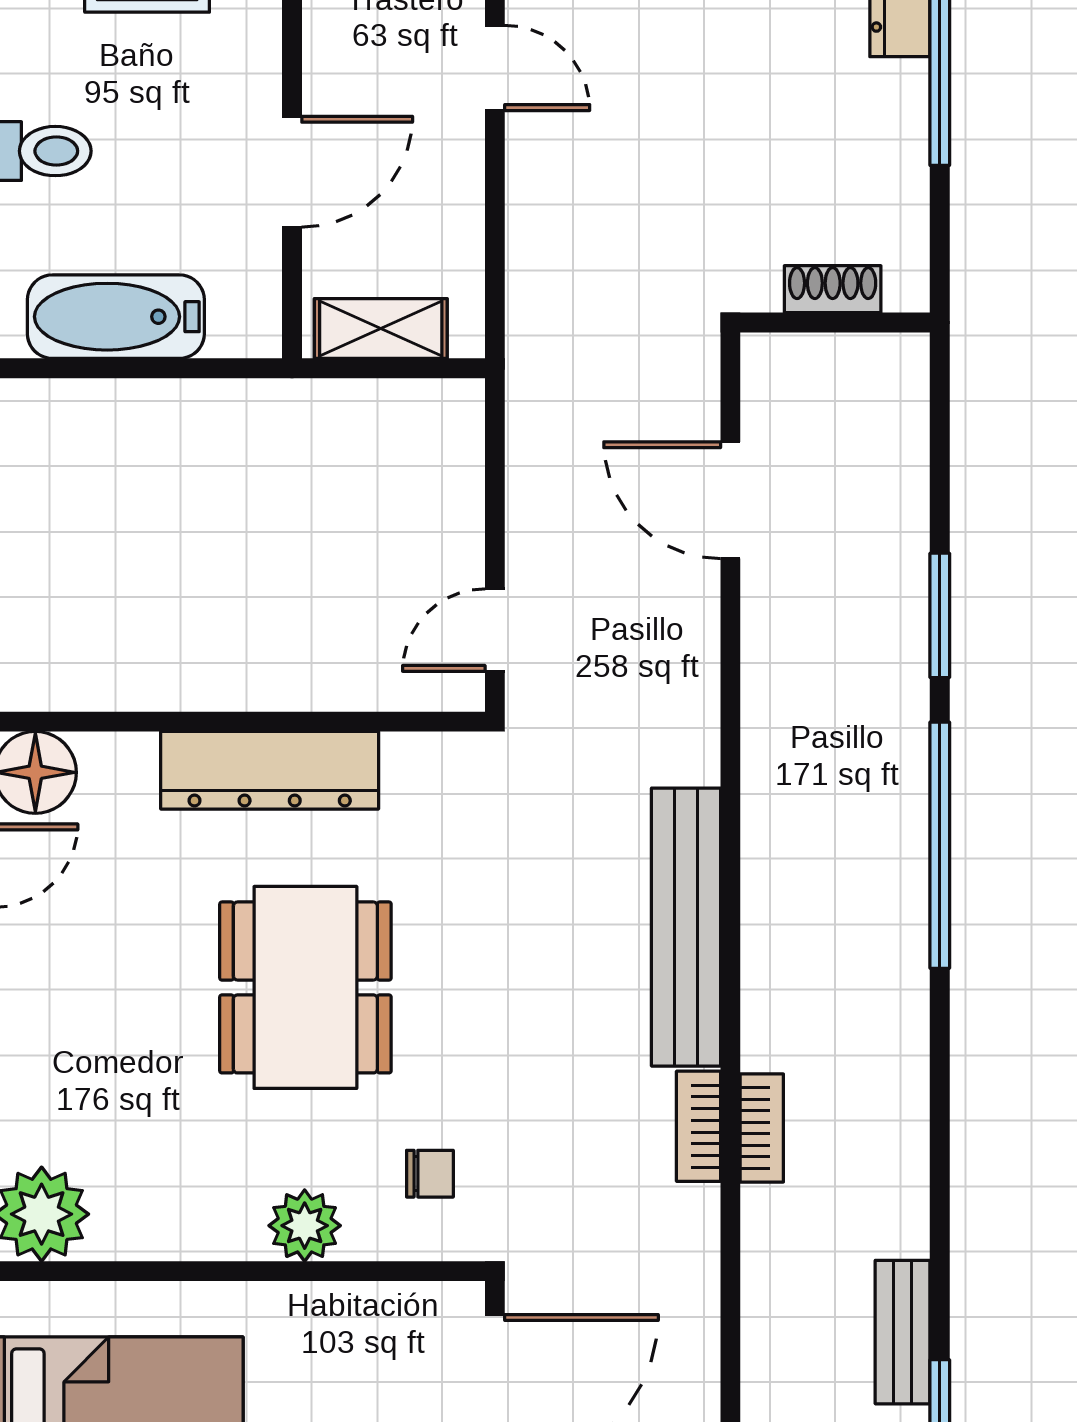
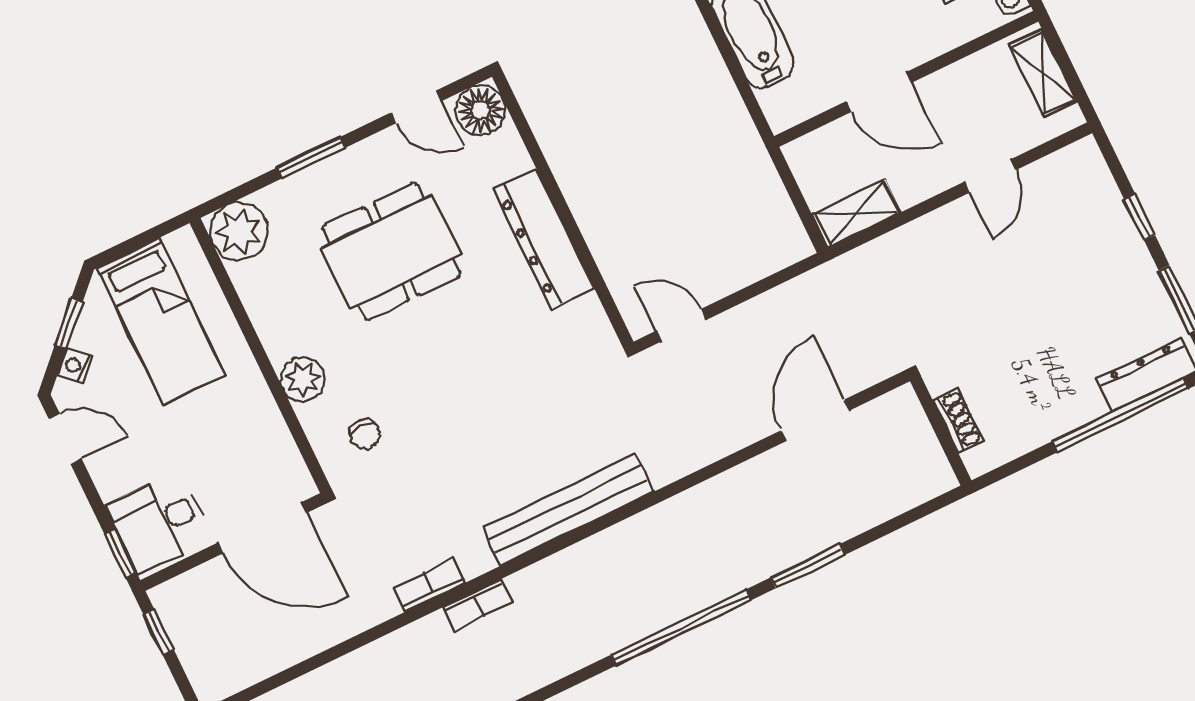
shelving: (381, 329) -> (856, 214), moved, turned 90
dining table: (305, 987) -> (391, 251), moved
bookcase: (699, 1126) -> (430, 585), moved

